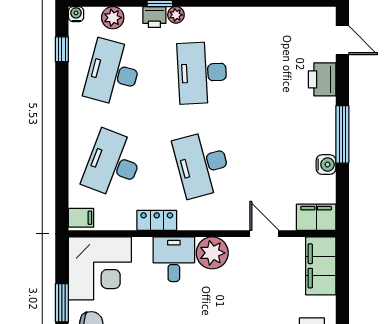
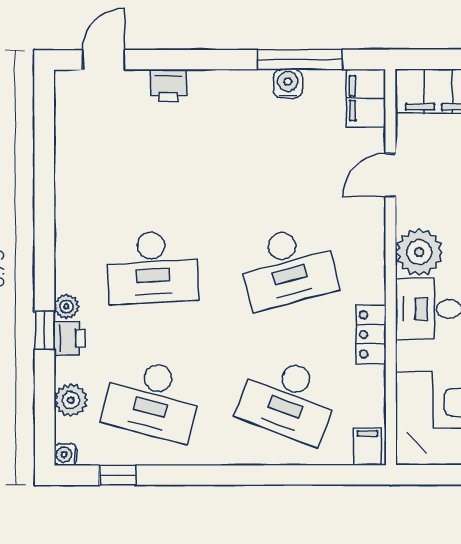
printer: (322, 79) -> (168, 86), width x0.73, depth x0.81
window: (342, 134) -> (300, 60), moved

